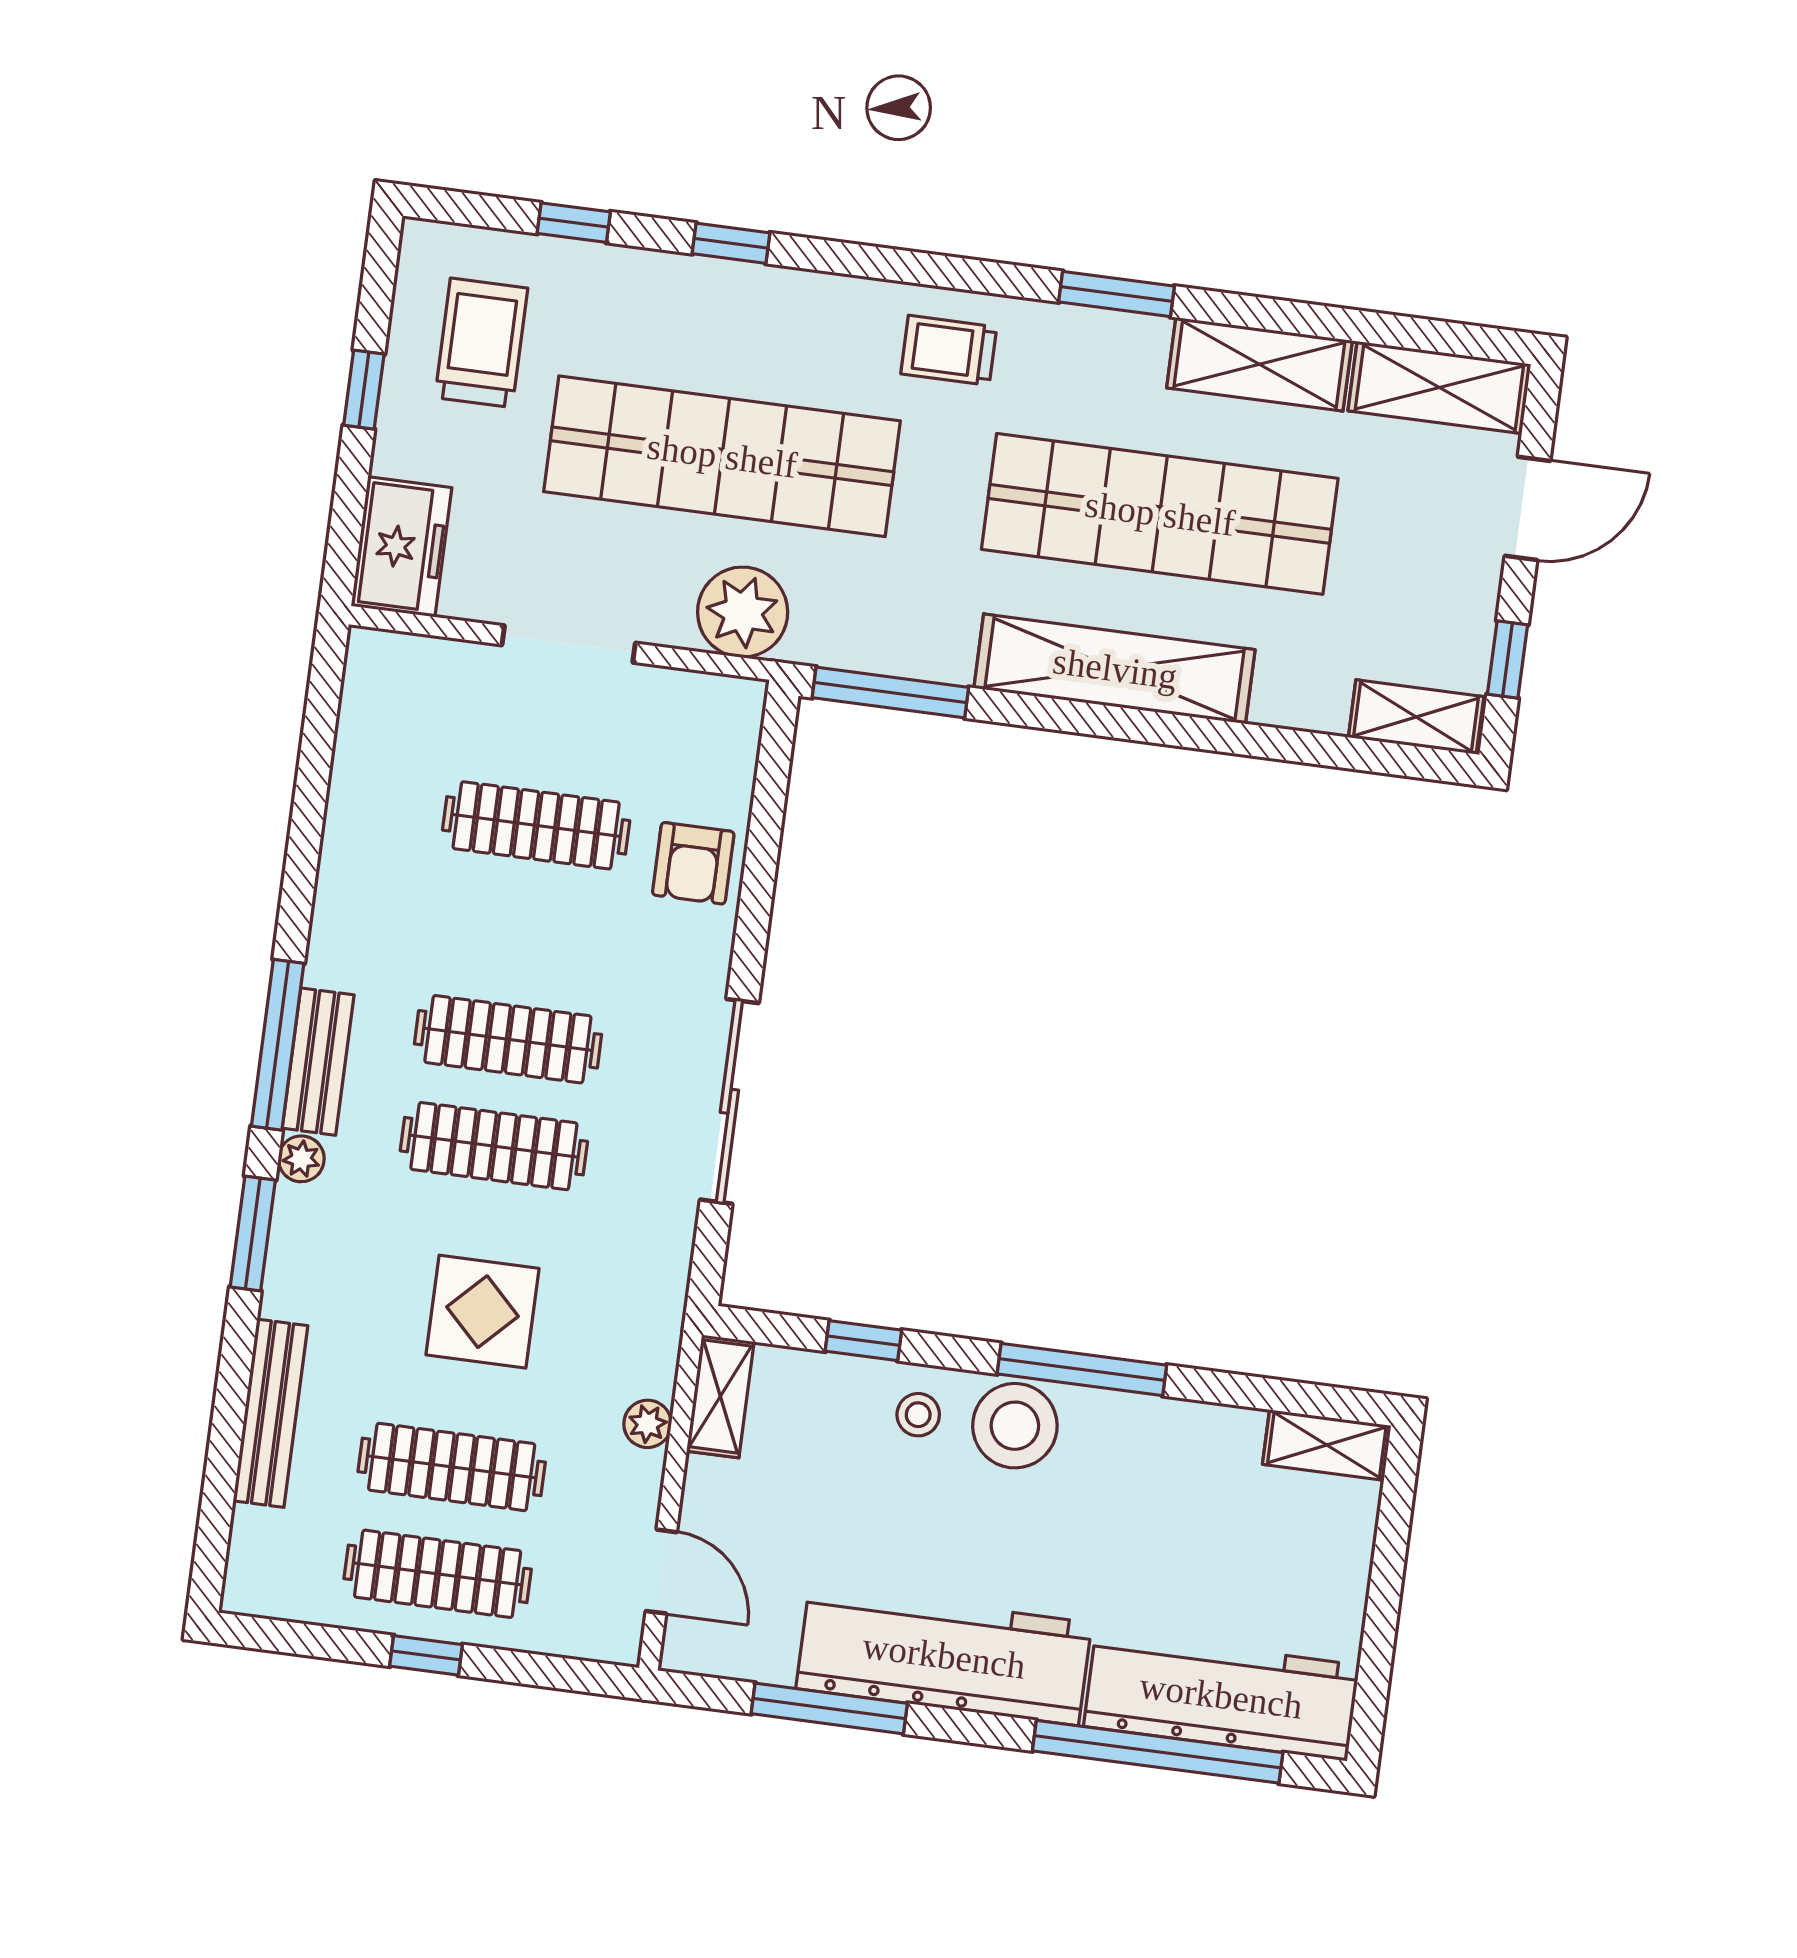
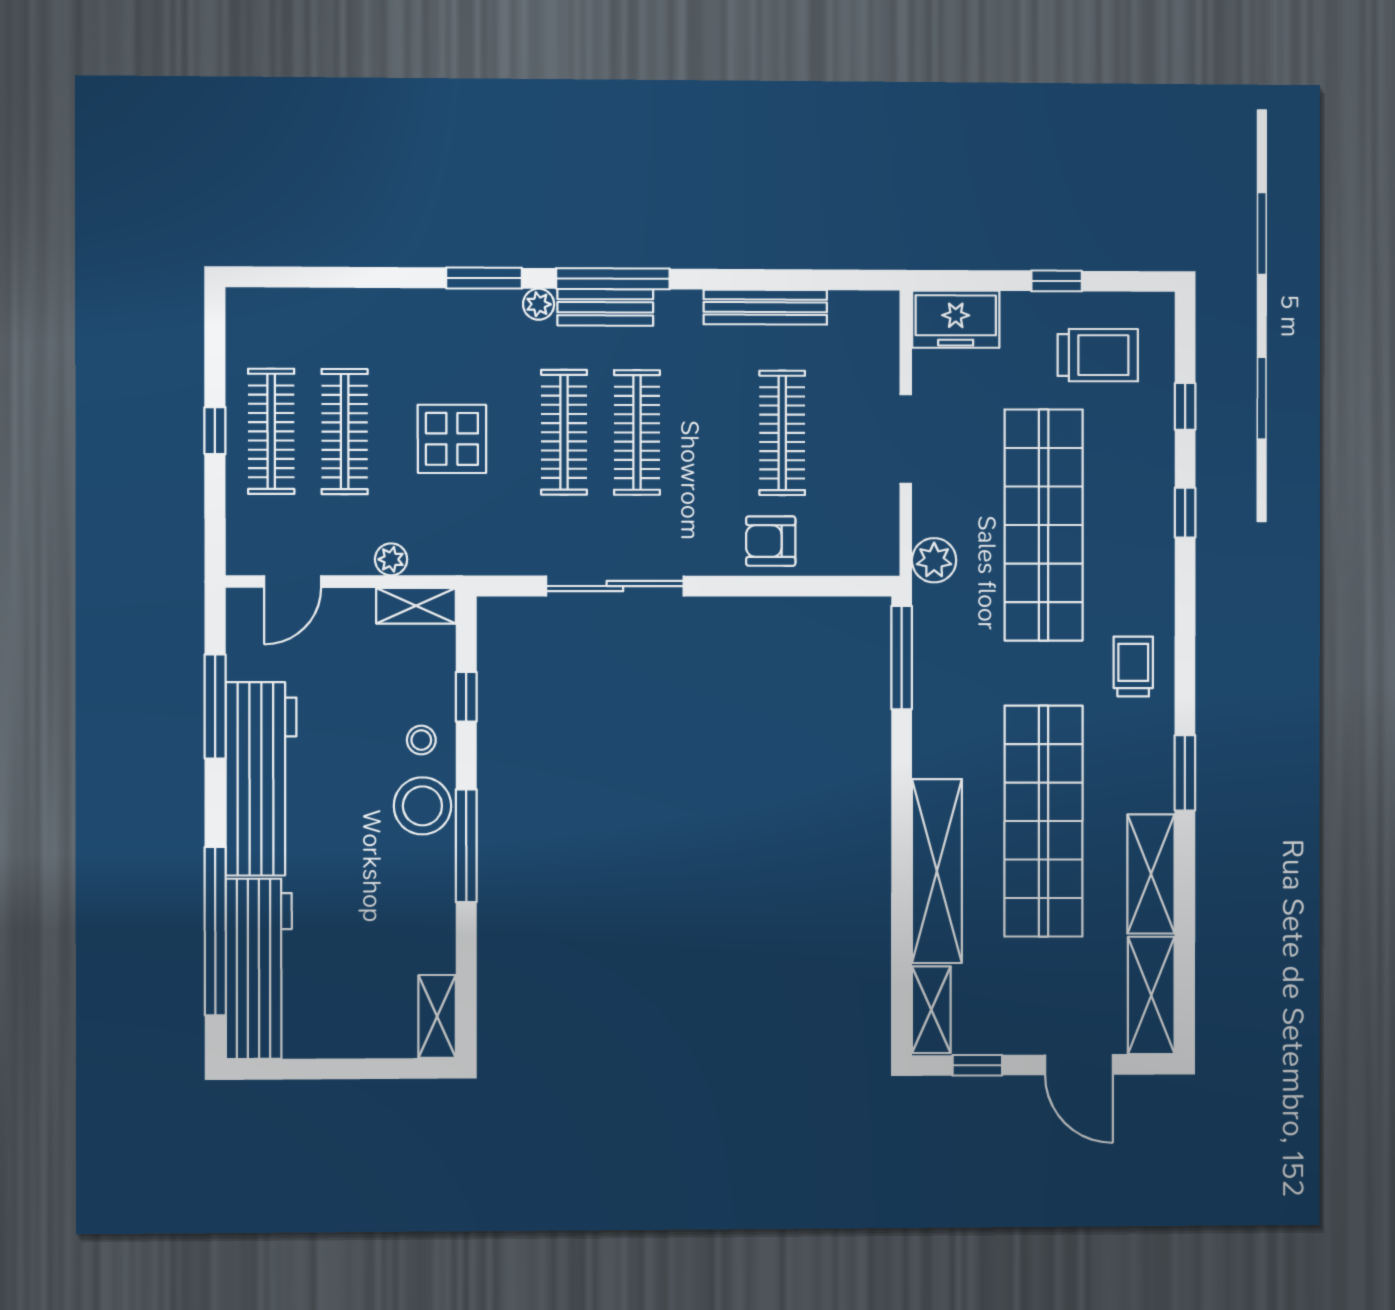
plant: (743, 612) -> (934, 560), width x0.73, depth x0.73
shelving: (1115, 669) -> (937, 871), moved
bench: (270, 1413) -> (765, 307), moved

